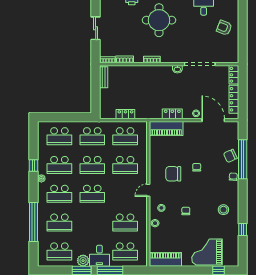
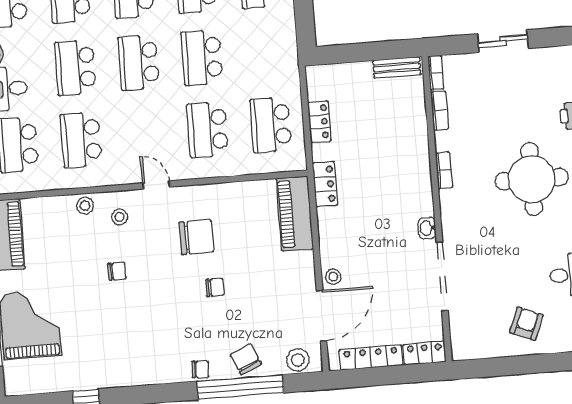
locker: (172, 114) -> (325, 184), moved
school desk: (92, 136) -> (75, 68), moved
chair: (173, 174) -> (197, 237), turned 90
stool: (223, 210) -> (298, 360), moved

